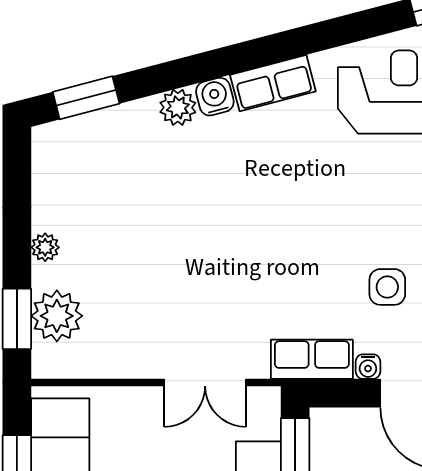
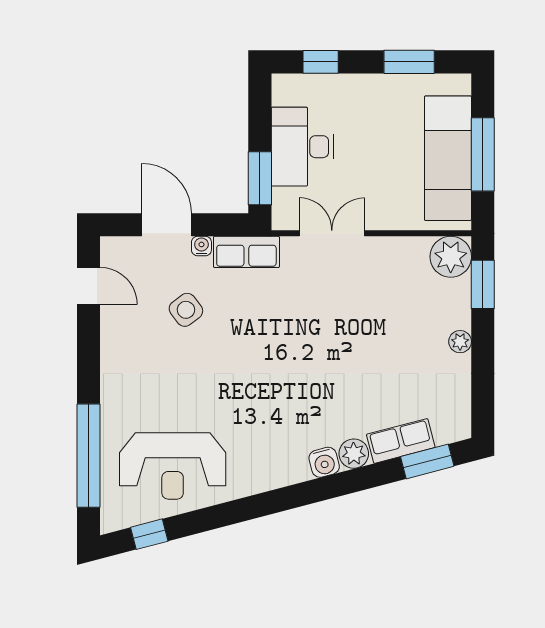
row of seats: (273, 83) -> (401, 441), moved
side table: (387, 287) -> (186, 310), turned -37
plant: (57, 316) -> (451, 257), moved

